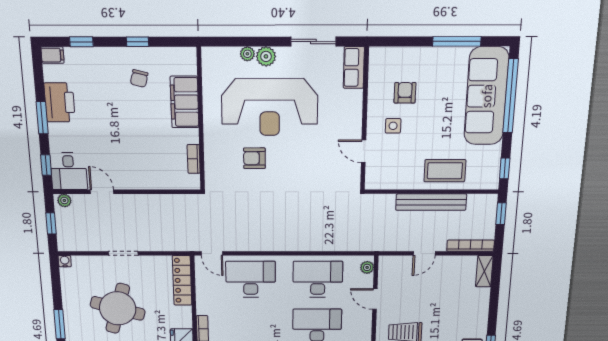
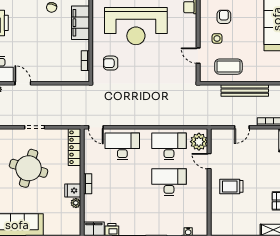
armchair: (254, 158) -> (111, 63), moved
coffee table: (445, 171) -> (228, 67), moved
plant: (367, 267) -> (199, 142), width x1.87, depth x1.87

